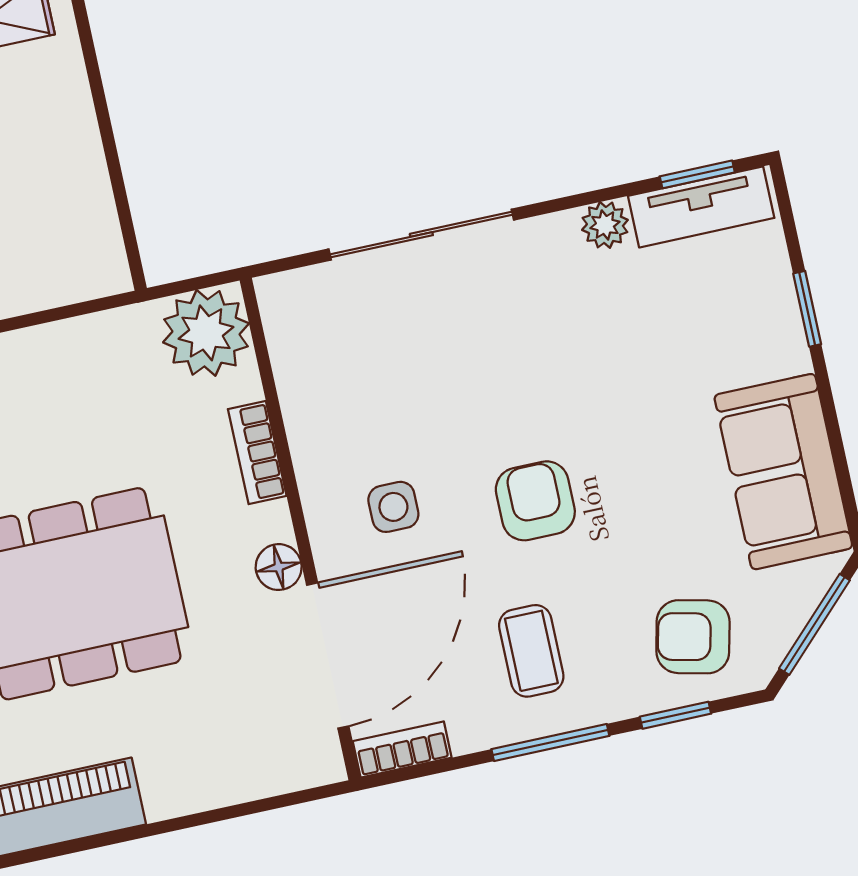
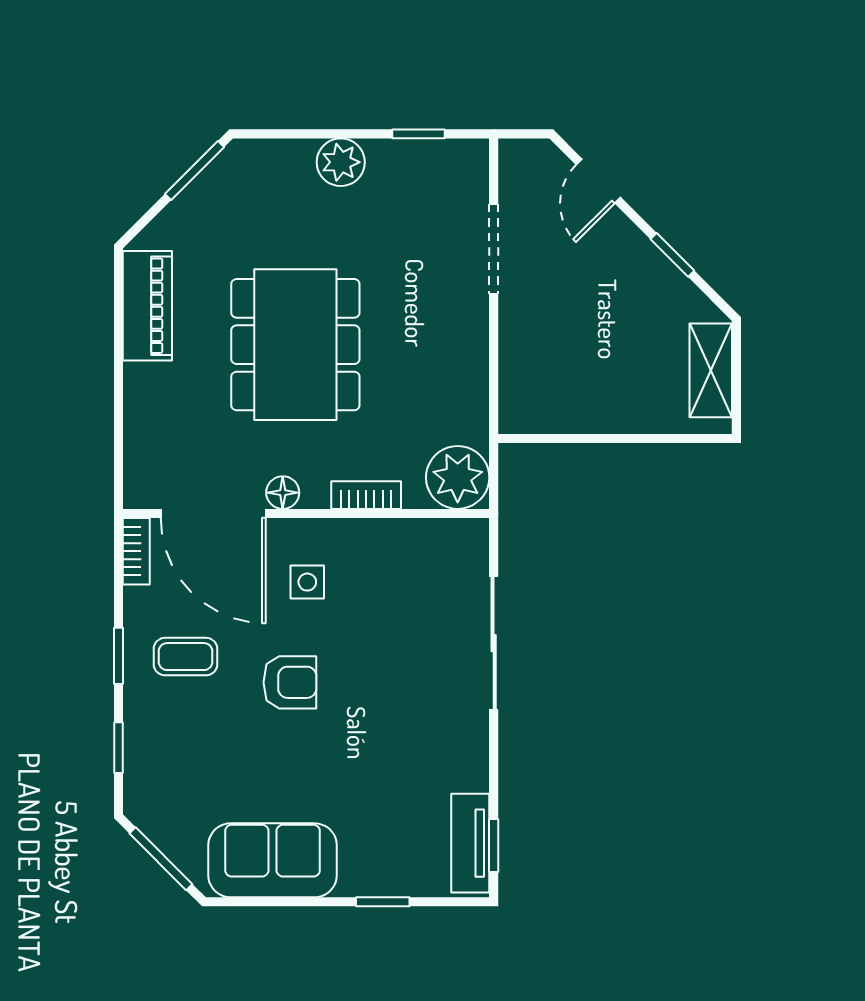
plant: (605, 225) -> (472, 773), removed
armchair: (693, 637) -> (171, 772), removed
window: (550, 743) -> (118, 656), width x0.67

